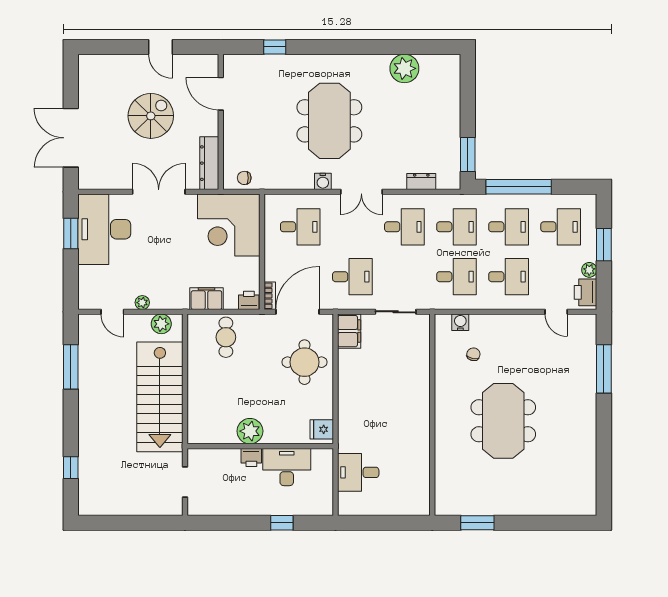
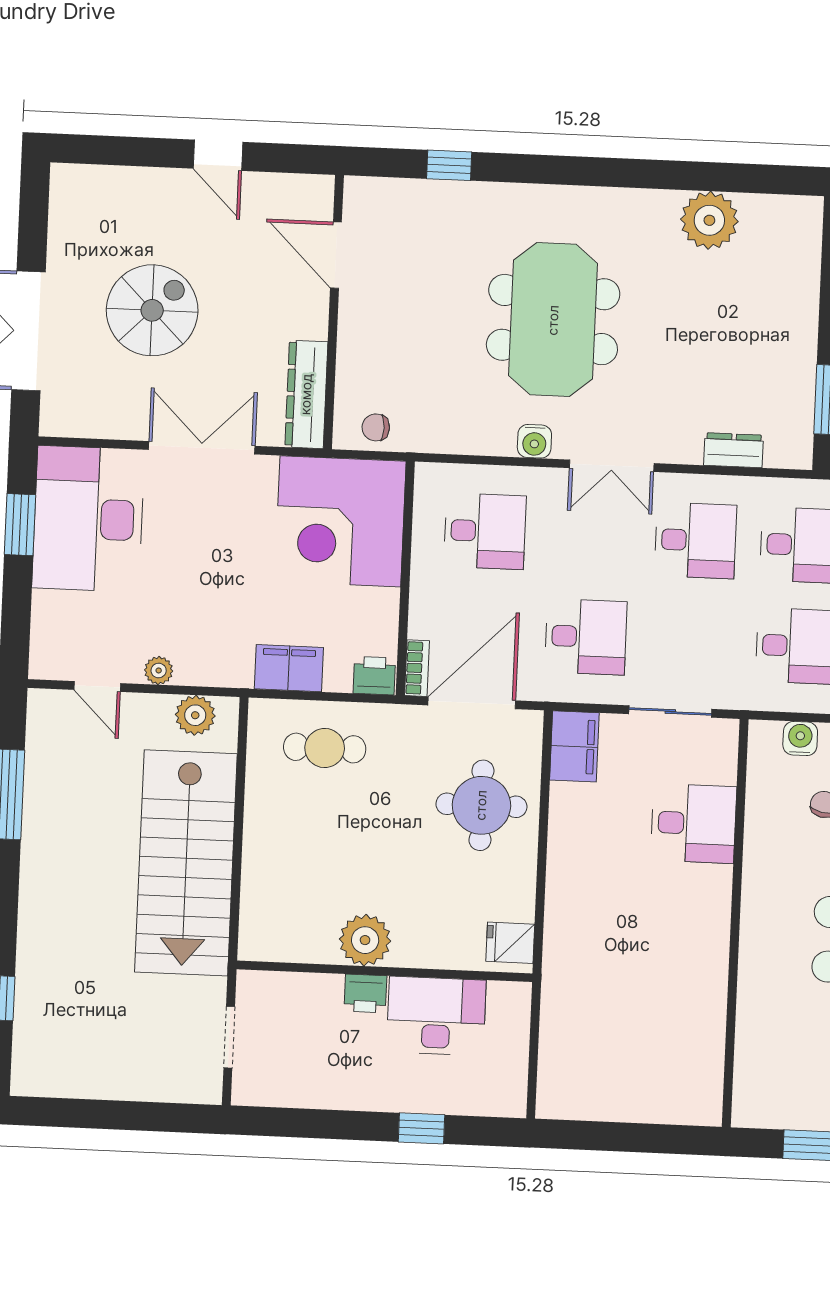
spiral stairs: (151, 116) -> (152, 310), moved
cafe table: (226, 337) -> (325, 748), turned 90
desk: (358, 472) -> (693, 823), moved, turned 180

